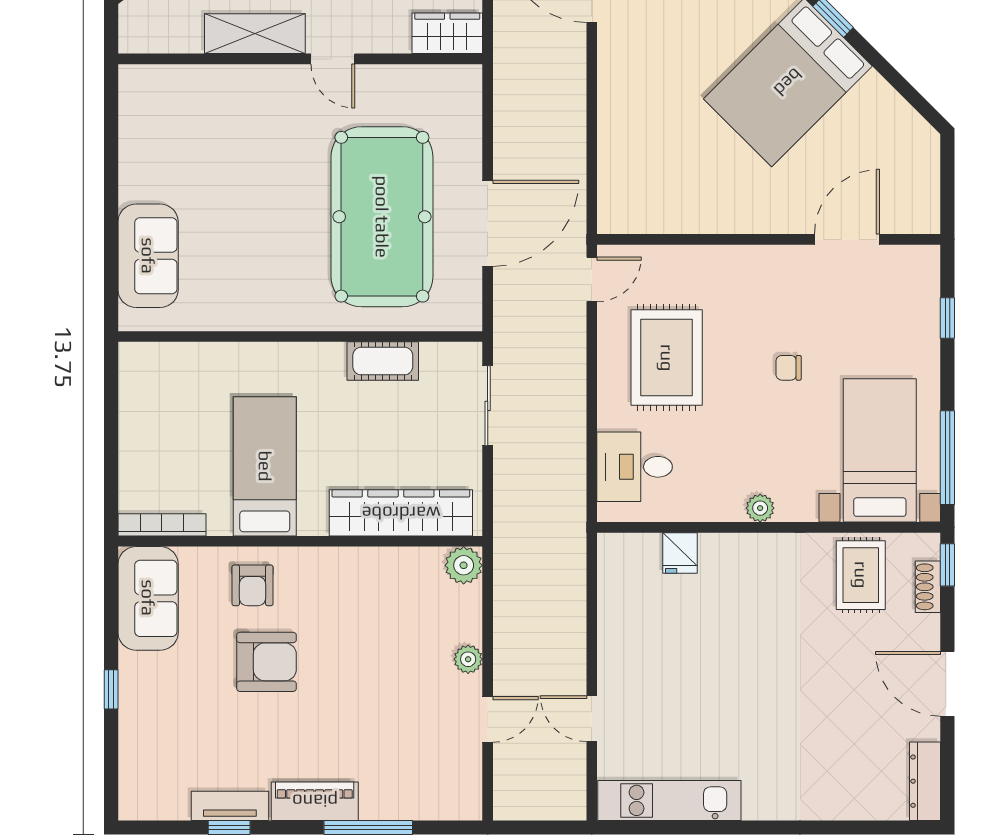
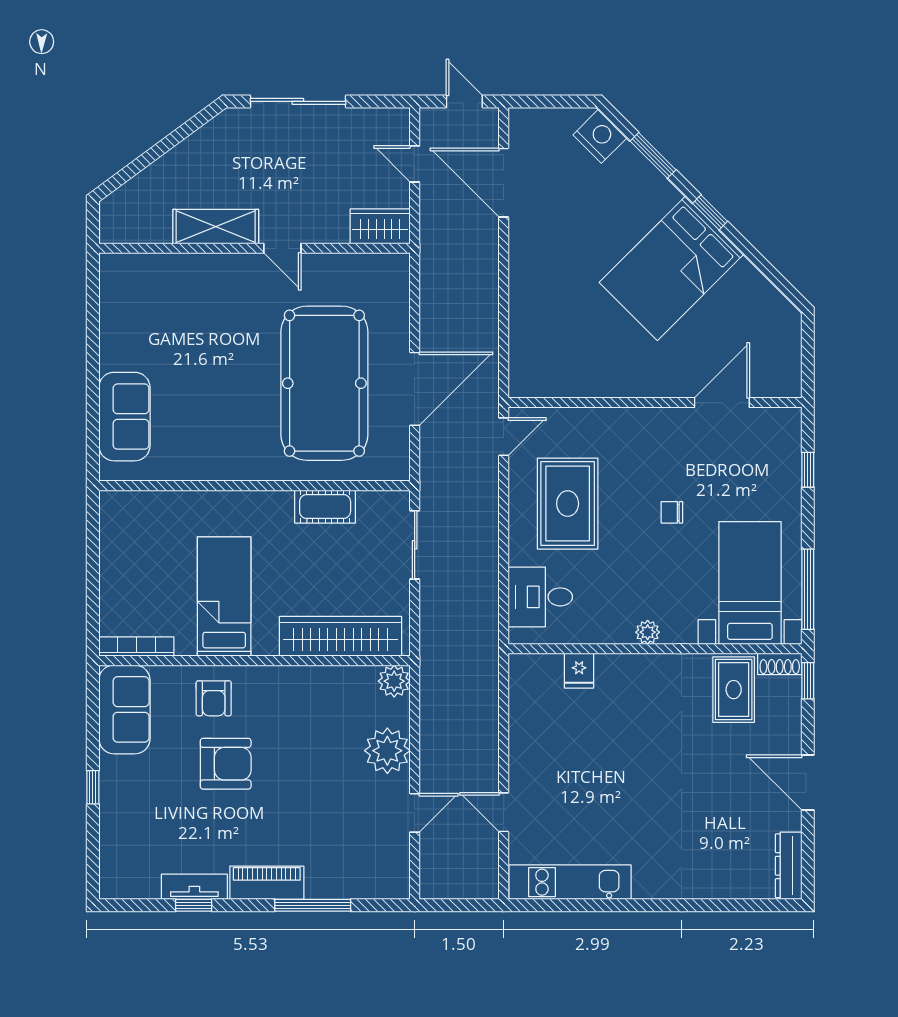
shoe rack: (928, 587) -> (780, 664), moved, turned -90
plant: (468, 659) -> (387, 751), width x1.87, depth x1.87

